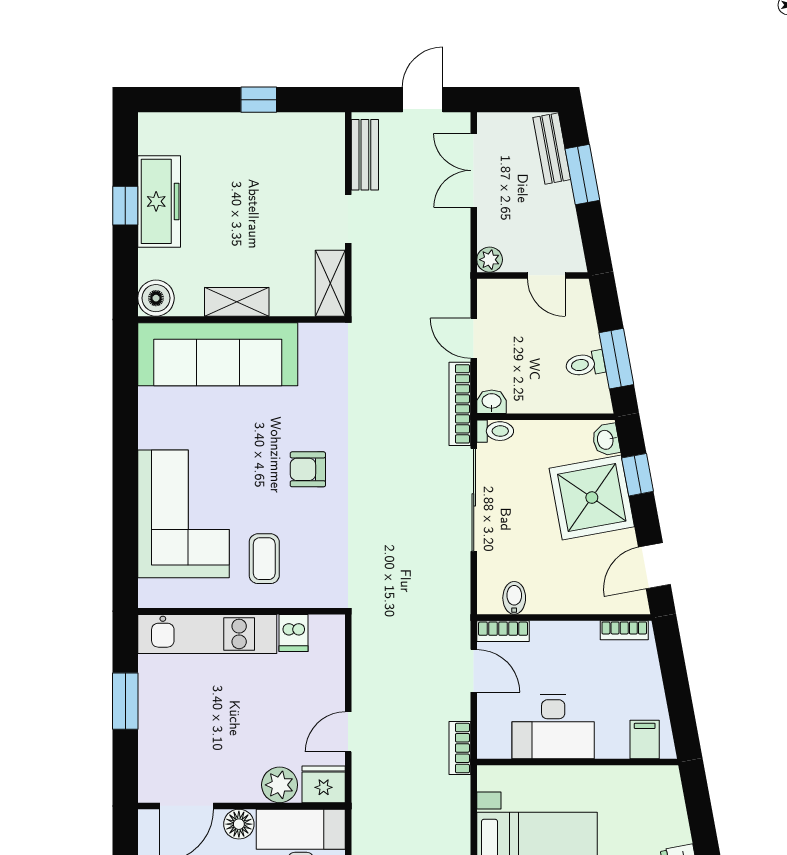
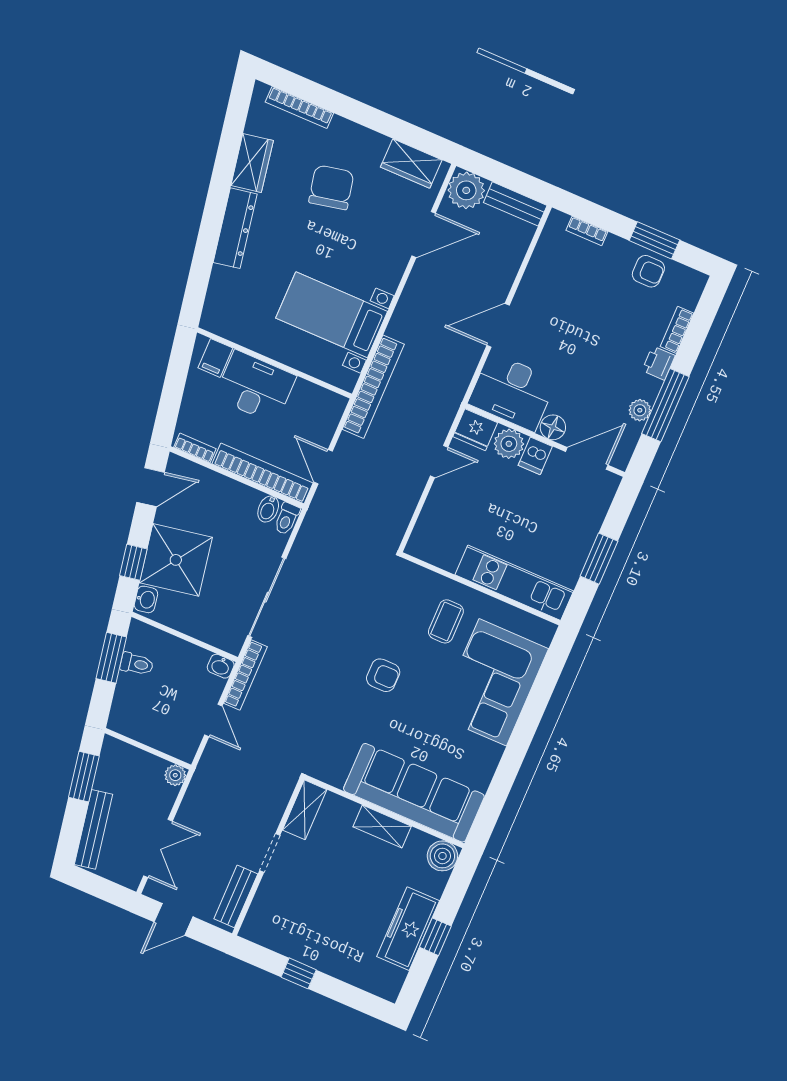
bench: (552, 149) -> (94, 829), width x1.36
window: (582, 174) -> (84, 777), moved
door: (546, 275) -> (137, 744), removed
toilet: (495, 431) -> (287, 519), moved, turned -90
bookcase: (503, 631) -> (263, 473), width x2.31, depth x1.31
dishwasher: (293, 633) -> (535, 456), moved, turned 180
desk: (553, 727) -> (255, 387), moved
bookcase: (460, 748) -> (373, 387), width x2.31, depth x1.31

